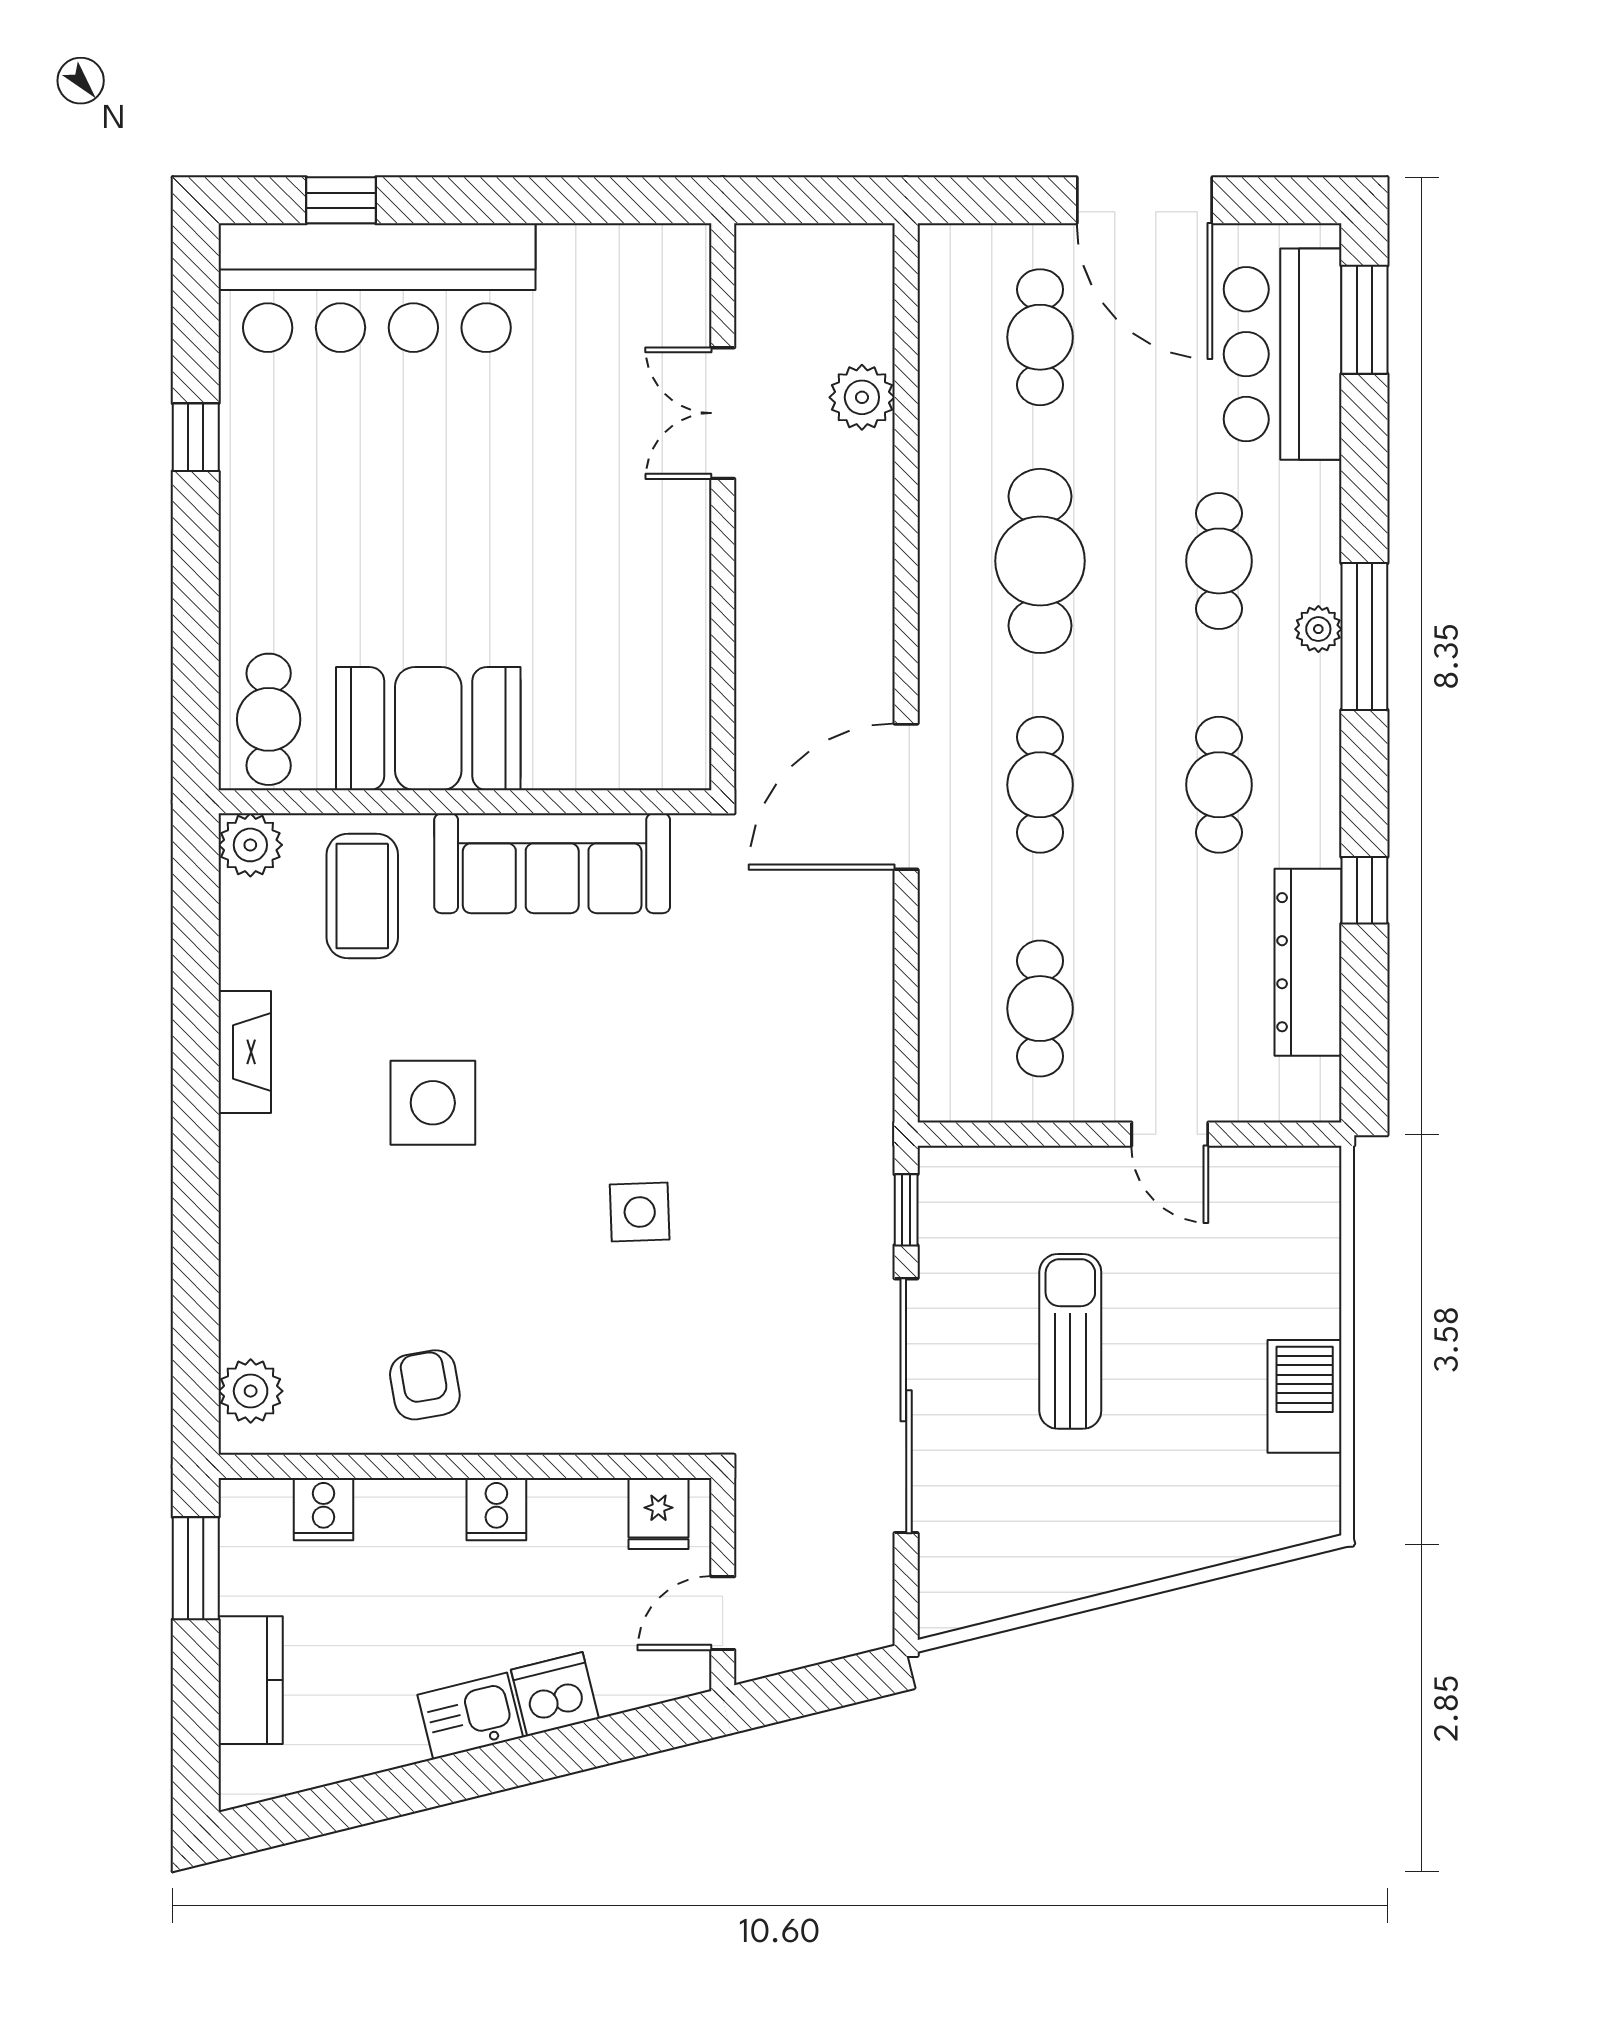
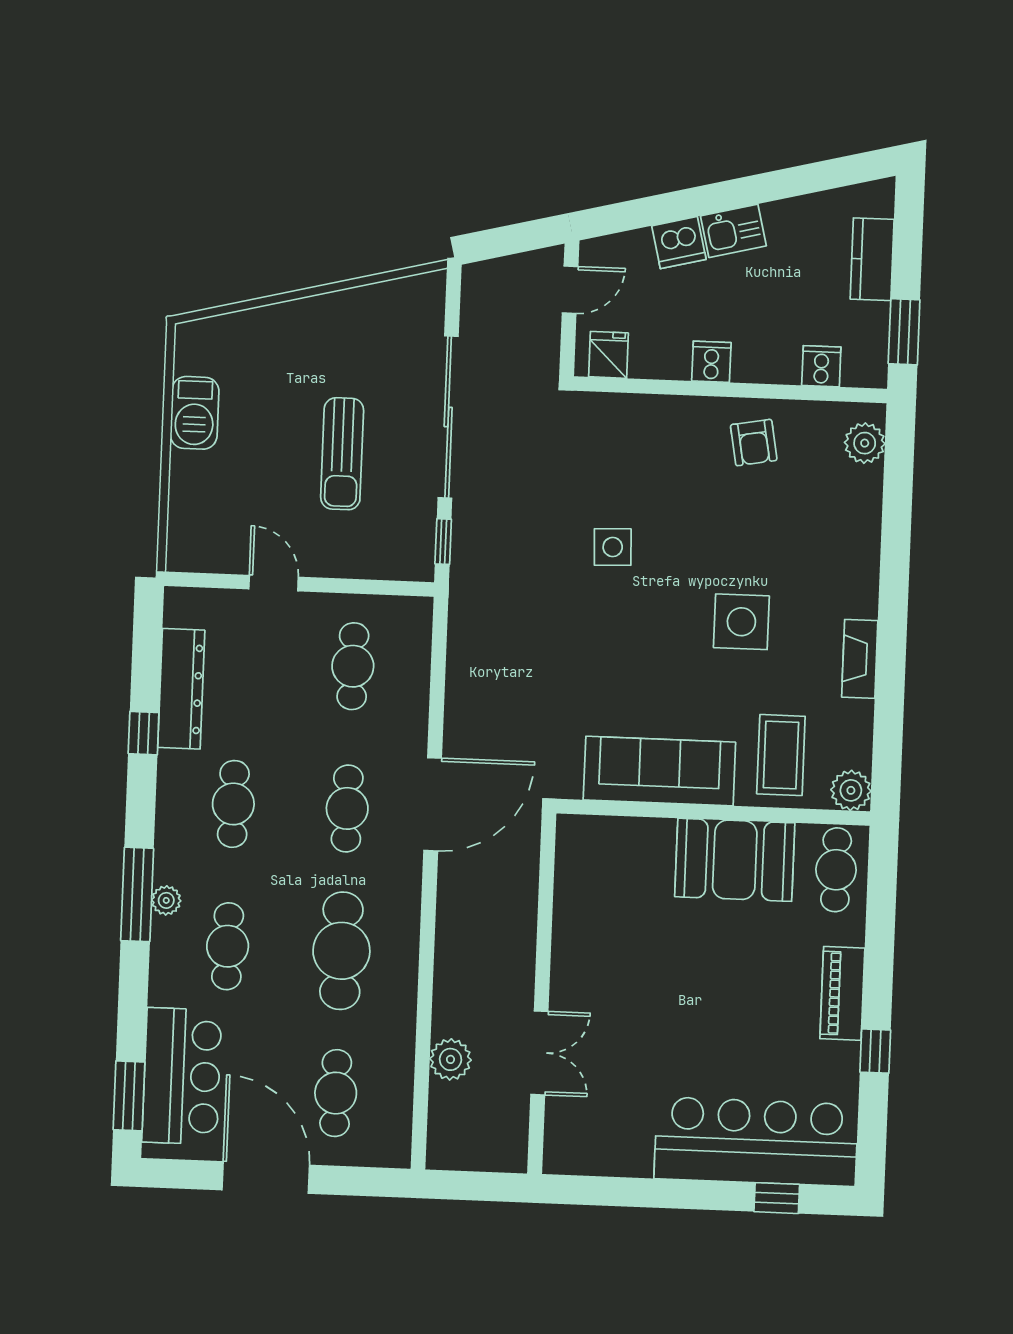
piano: (251, 526) -> (842, 993), added

